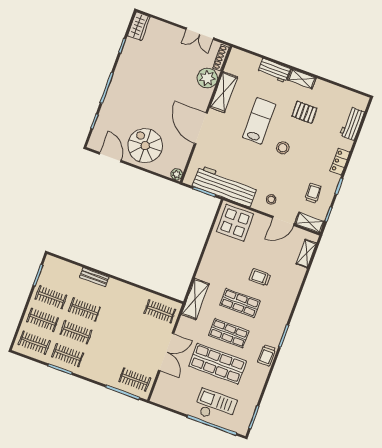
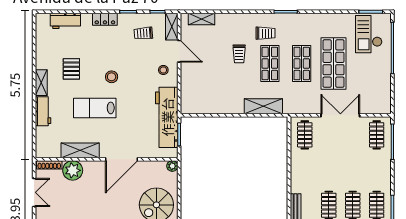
display table: (235, 223) -> (197, 95), removed
shelving: (195, 299) -> (263, 106), moved
trolley: (267, 355) -> (266, 33), moved
checkout: (215, 406) -> (369, 34), moved

